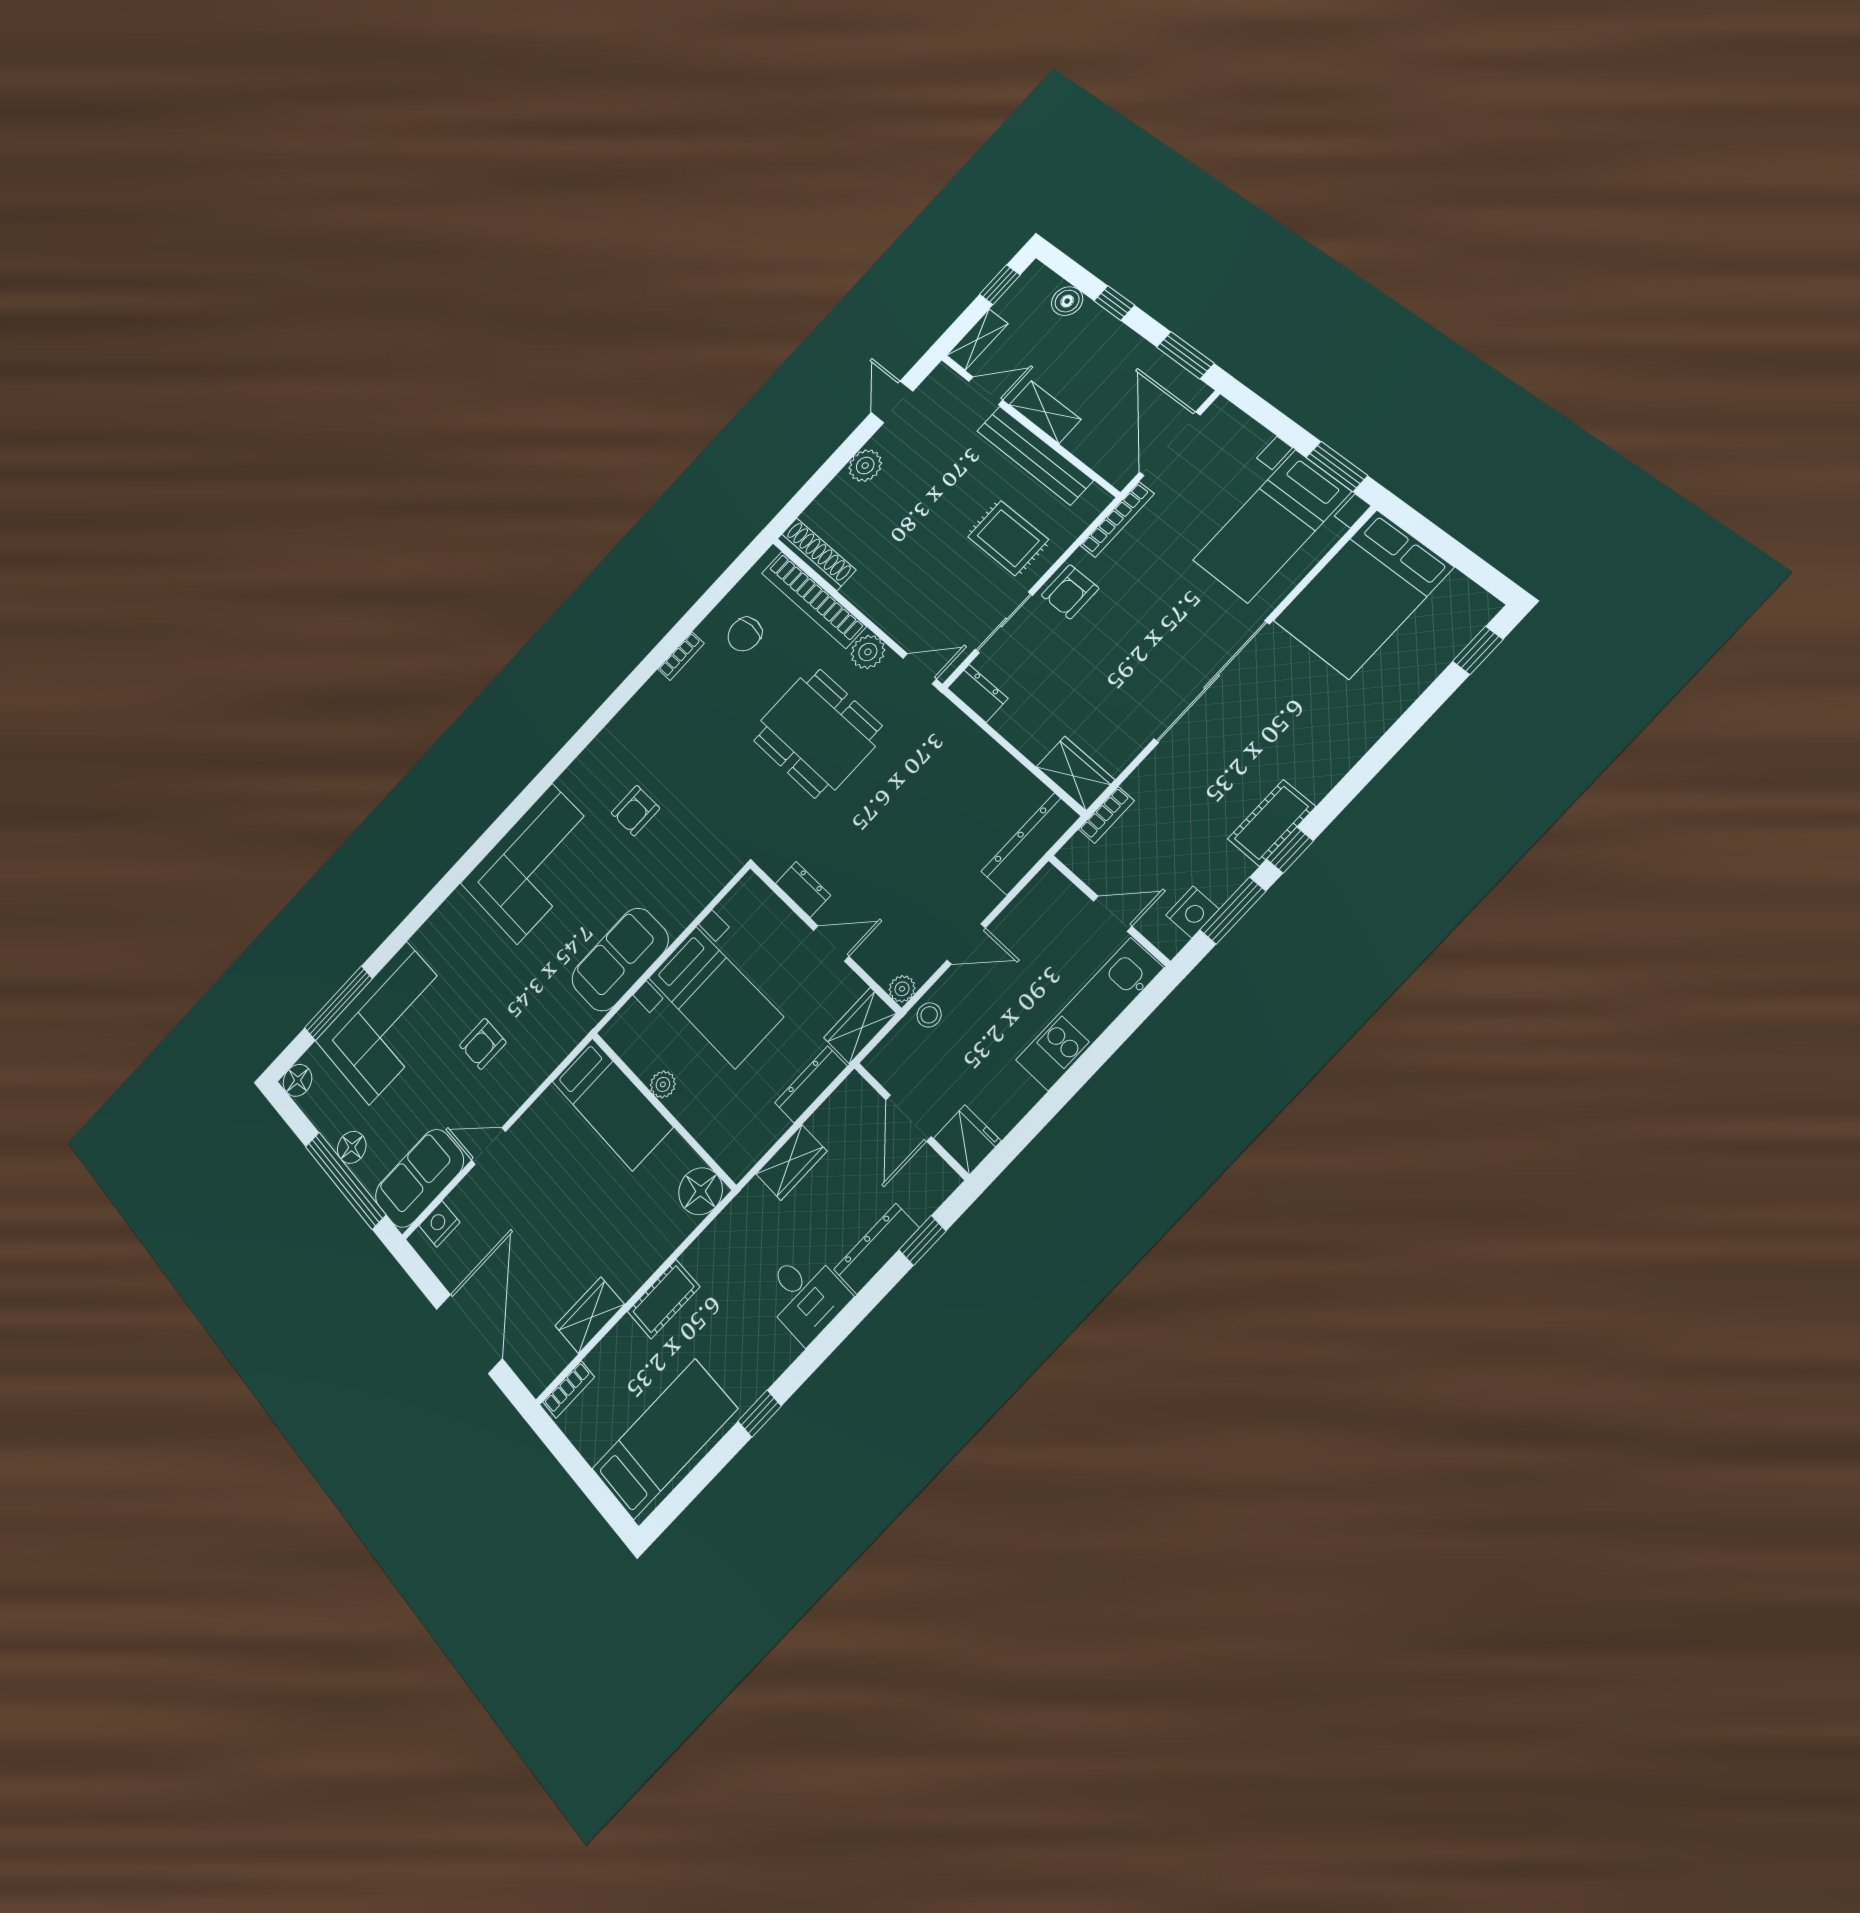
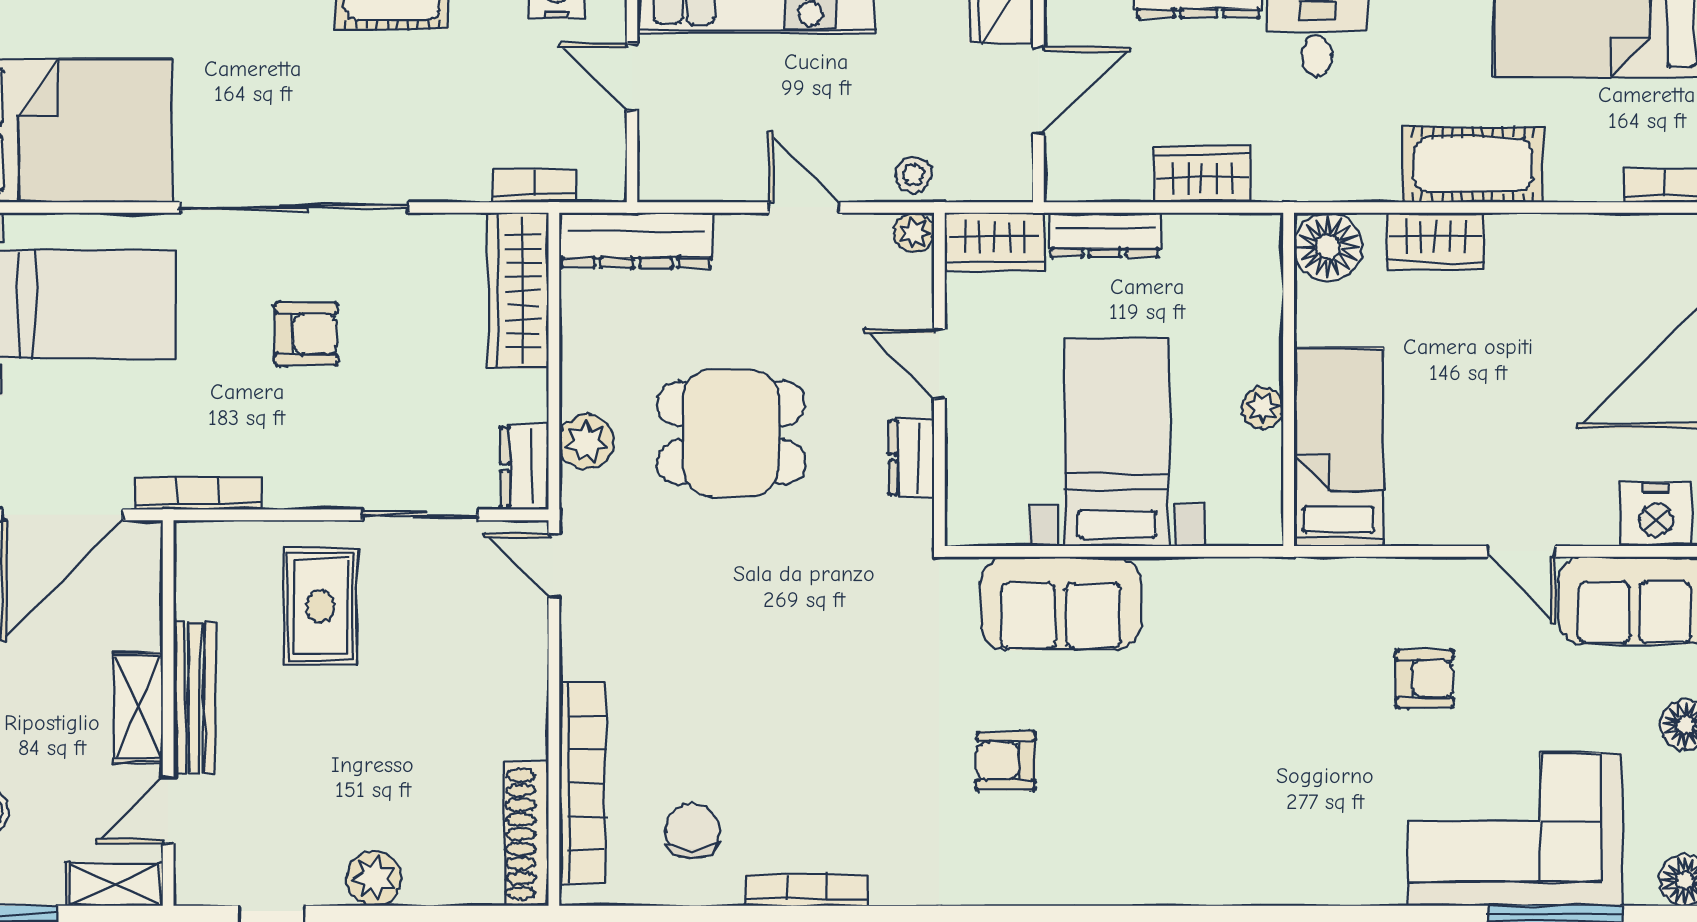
door: (986, 391) -> (168, 810), hinge flipped
bench: (1035, 455) -> (195, 697), width x0.73, depth x0.82
armchair: (1070, 592) -> (306, 334), moved
chair: (745, 634) -> (692, 832), turned -90
plant: (868, 652) -> (586, 442), moved
bookcase: (681, 656) -> (807, 890), width x1.56
dining table: (817, 733) -> (731, 433), moved, width x0.73
wardrobe: (1075, 773) -> (518, 291), width x1.50
armchair: (635, 811) -> (1006, 761), turned 180
corner sofa: (535, 863) -> (1175, 830), removed
sofa: (620, 959) -> (1061, 603), moved
nightstand: (439, 1224) -> (1656, 515), width x1.36, depth x1.33
cot: (664, 1299) -> (1473, 165), width x1.37, depth x1.34
wardrobe: (590, 1315) -> (1436, 241), moved

